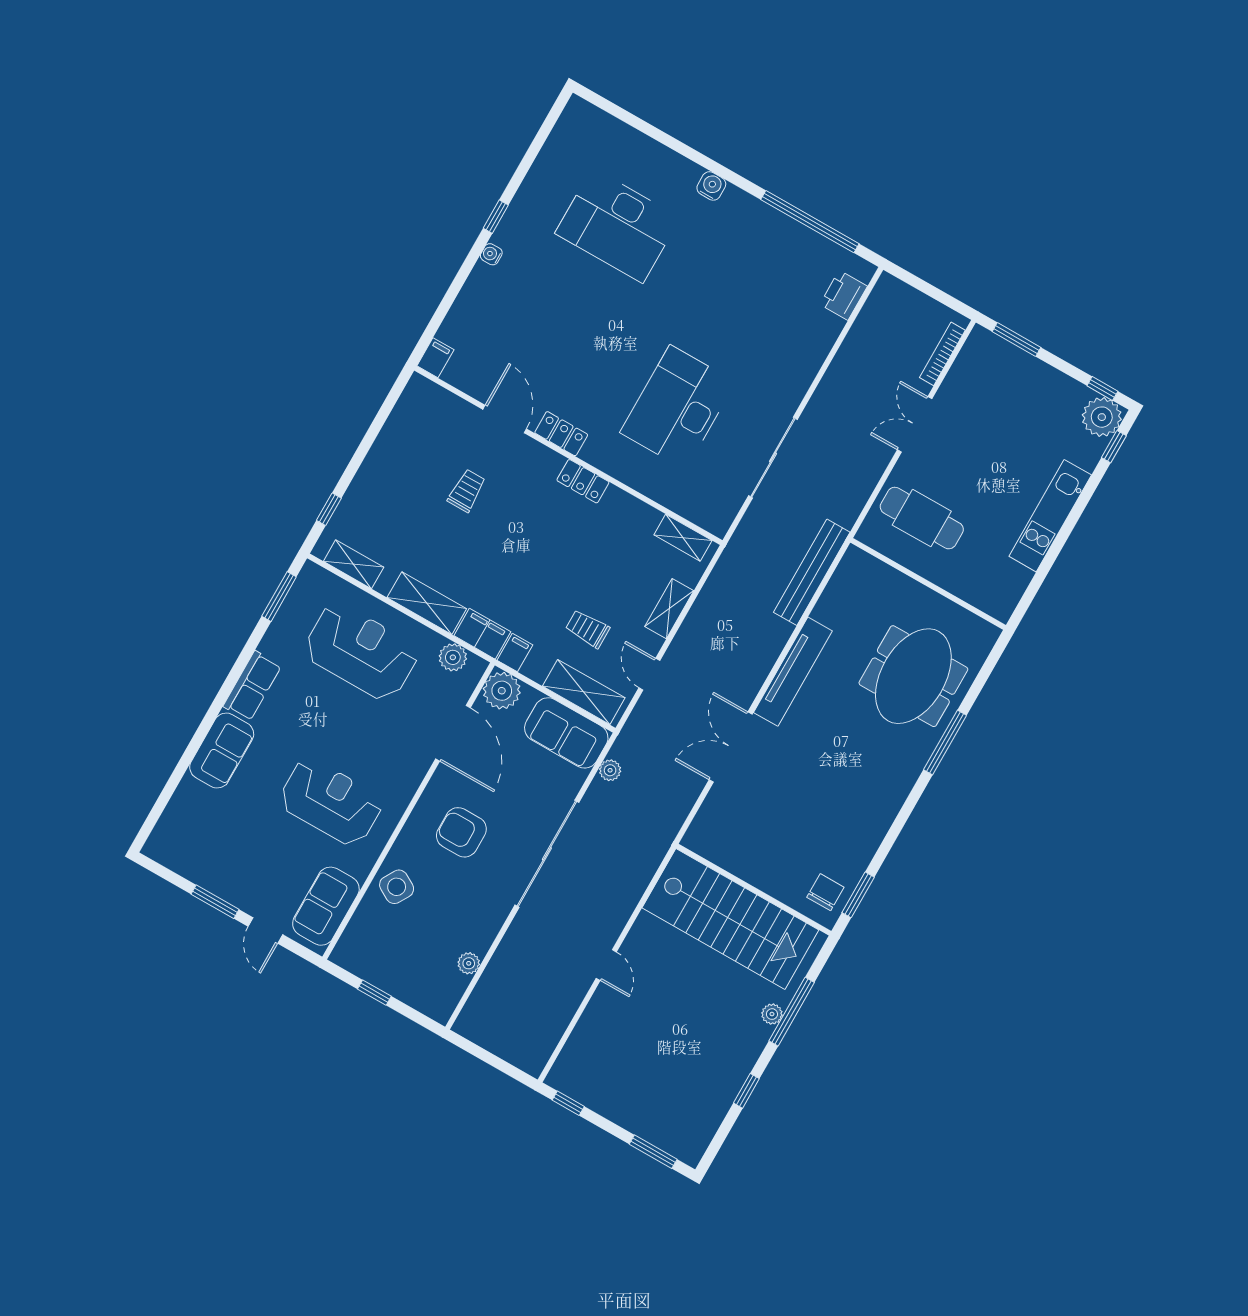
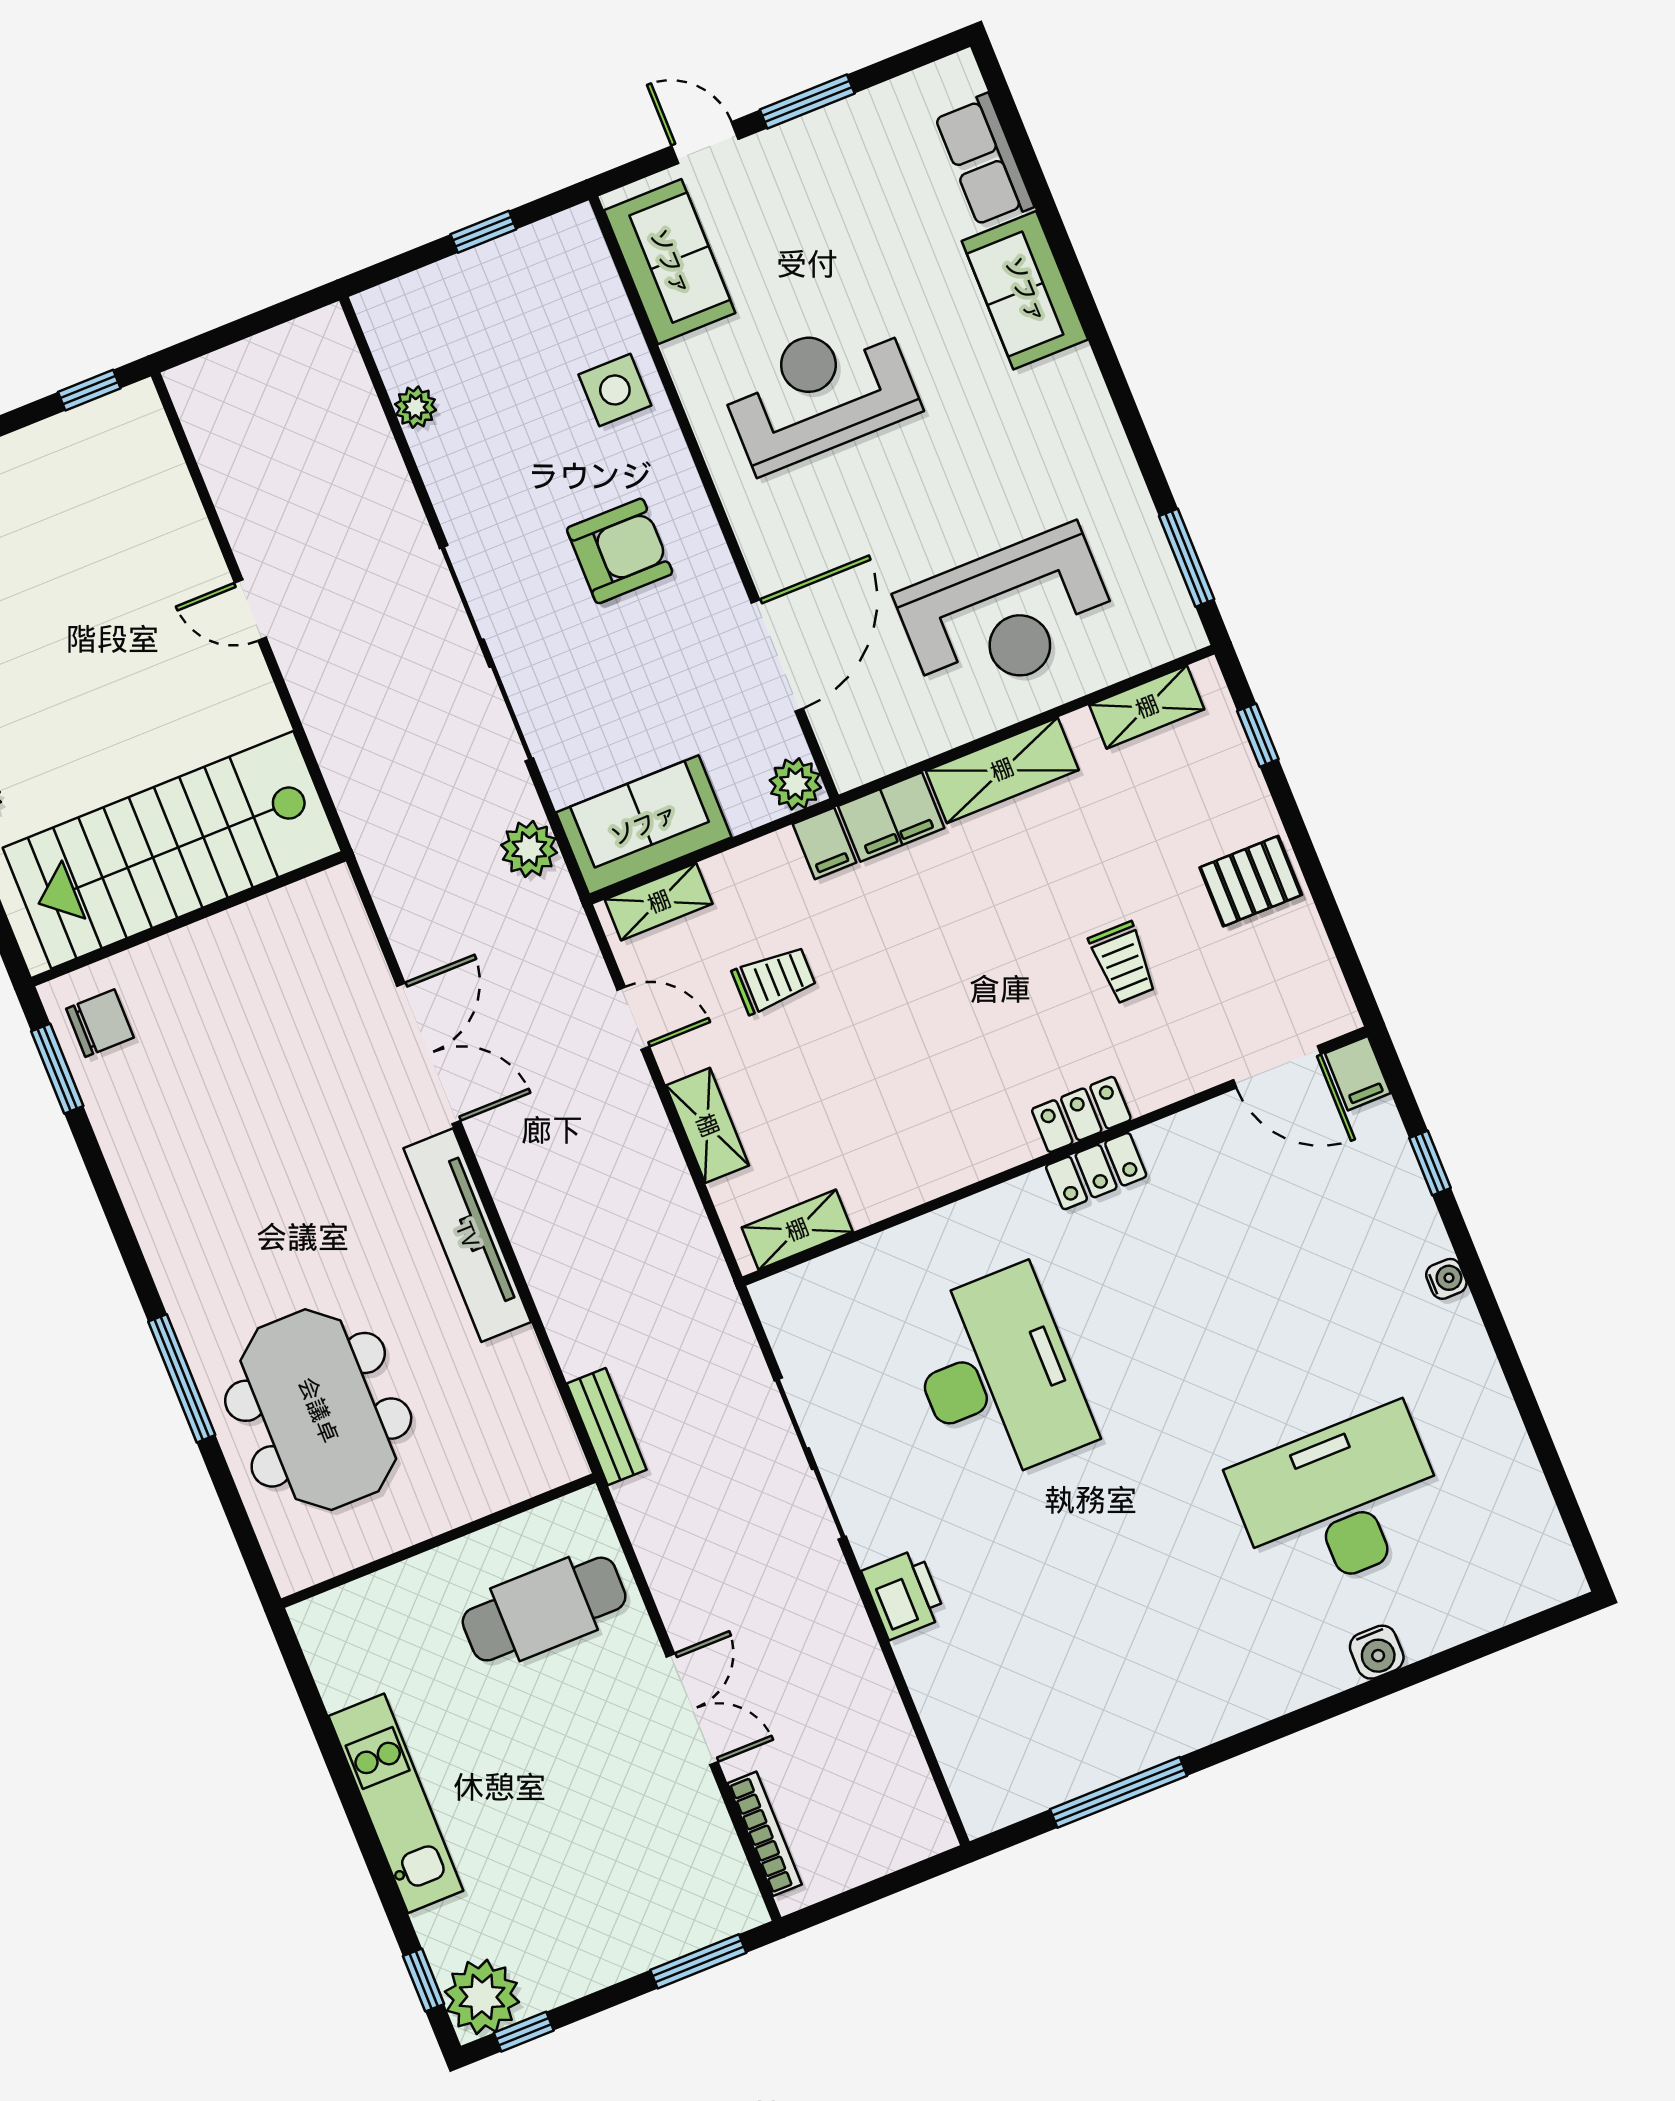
water cooler: (711, 186) -> (1377, 1652), moved
window: (496, 217) -> (1430, 1163), moved
window: (810, 222) -> (1119, 1792), width x0.68
printer: (844, 295) -> (904, 1594), moved
door: (505, 419) -> (1277, 1067), moved
pallet: (391, 465) -> (1251, 881), added
locker: (583, 481) -> (1081, 1114), moved
bench: (812, 572) -> (607, 1427), width x0.54, depth x0.82
plant: (453, 657) -> (891, 745), removed
row of seats: (252, 686) -> (984, 161), moved
plant: (502, 691) -> (795, 784), width x0.73, depth x0.73
shelving: (584, 692) -> (659, 902), width x0.67, depth x0.75
door: (453, 733) -> (777, 655), swing flipped
plant: (610, 770) -> (529, 849), width x1.38, depth x1.38
reception desk: (331, 802) -> (819, 392), turned 180
side table: (397, 887) -> (615, 390), turned -30
chair: (825, 892) -> (100, 1023), turned -90

